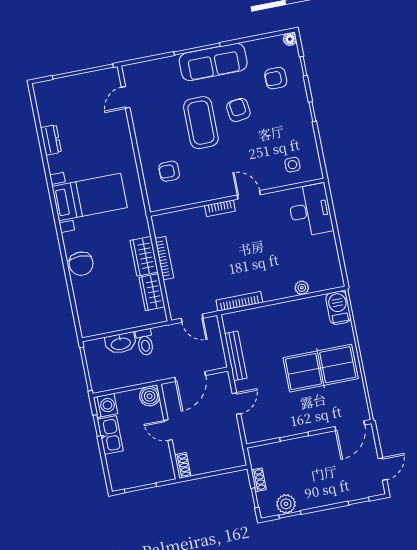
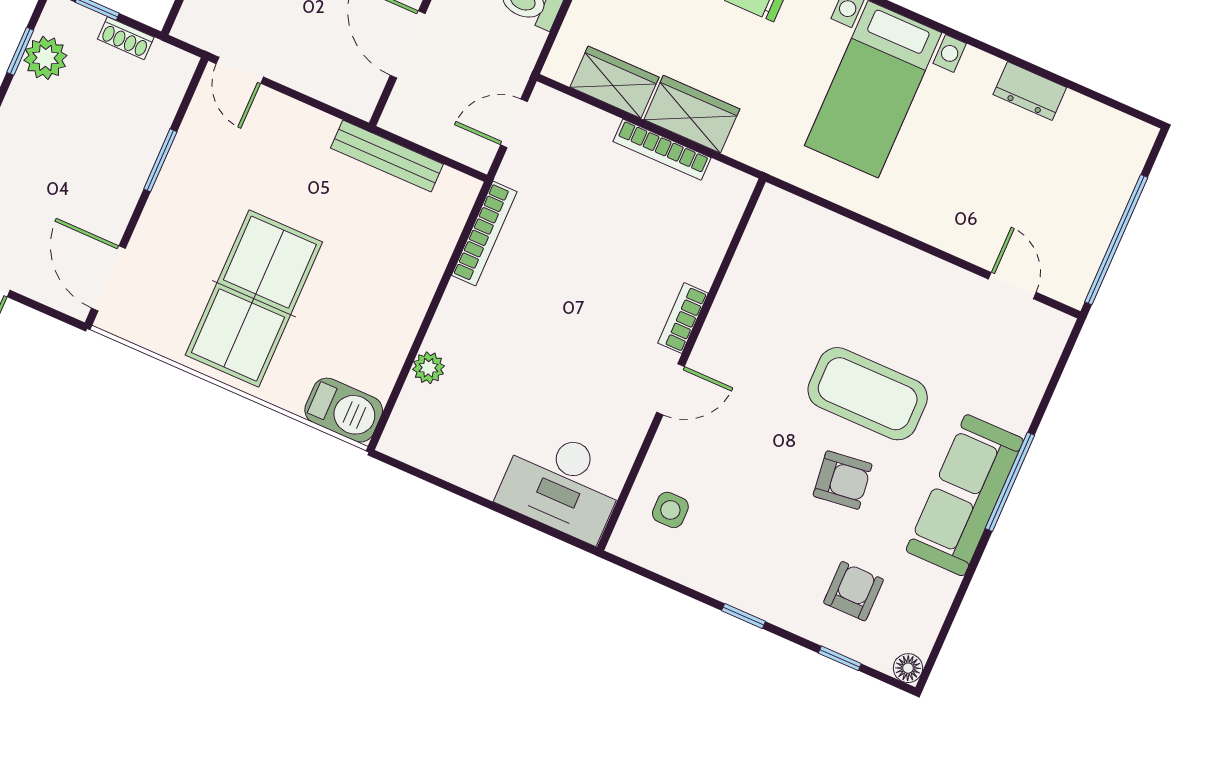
armchair: (169, 171) -> (818, 271), removed
door: (236, 404) -> (240, 70), moved

